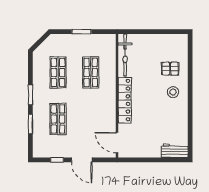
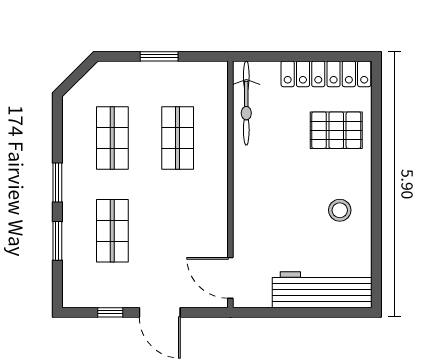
pallet: (170, 69) -> (336, 130), width x1.50, depth x1.42
stool: (173, 92) -> (340, 210), moved
locker: (125, 100) -> (326, 74), moved, turned 90
workbench: (175, 151) -> (322, 290), width x1.88, depth x1.32

